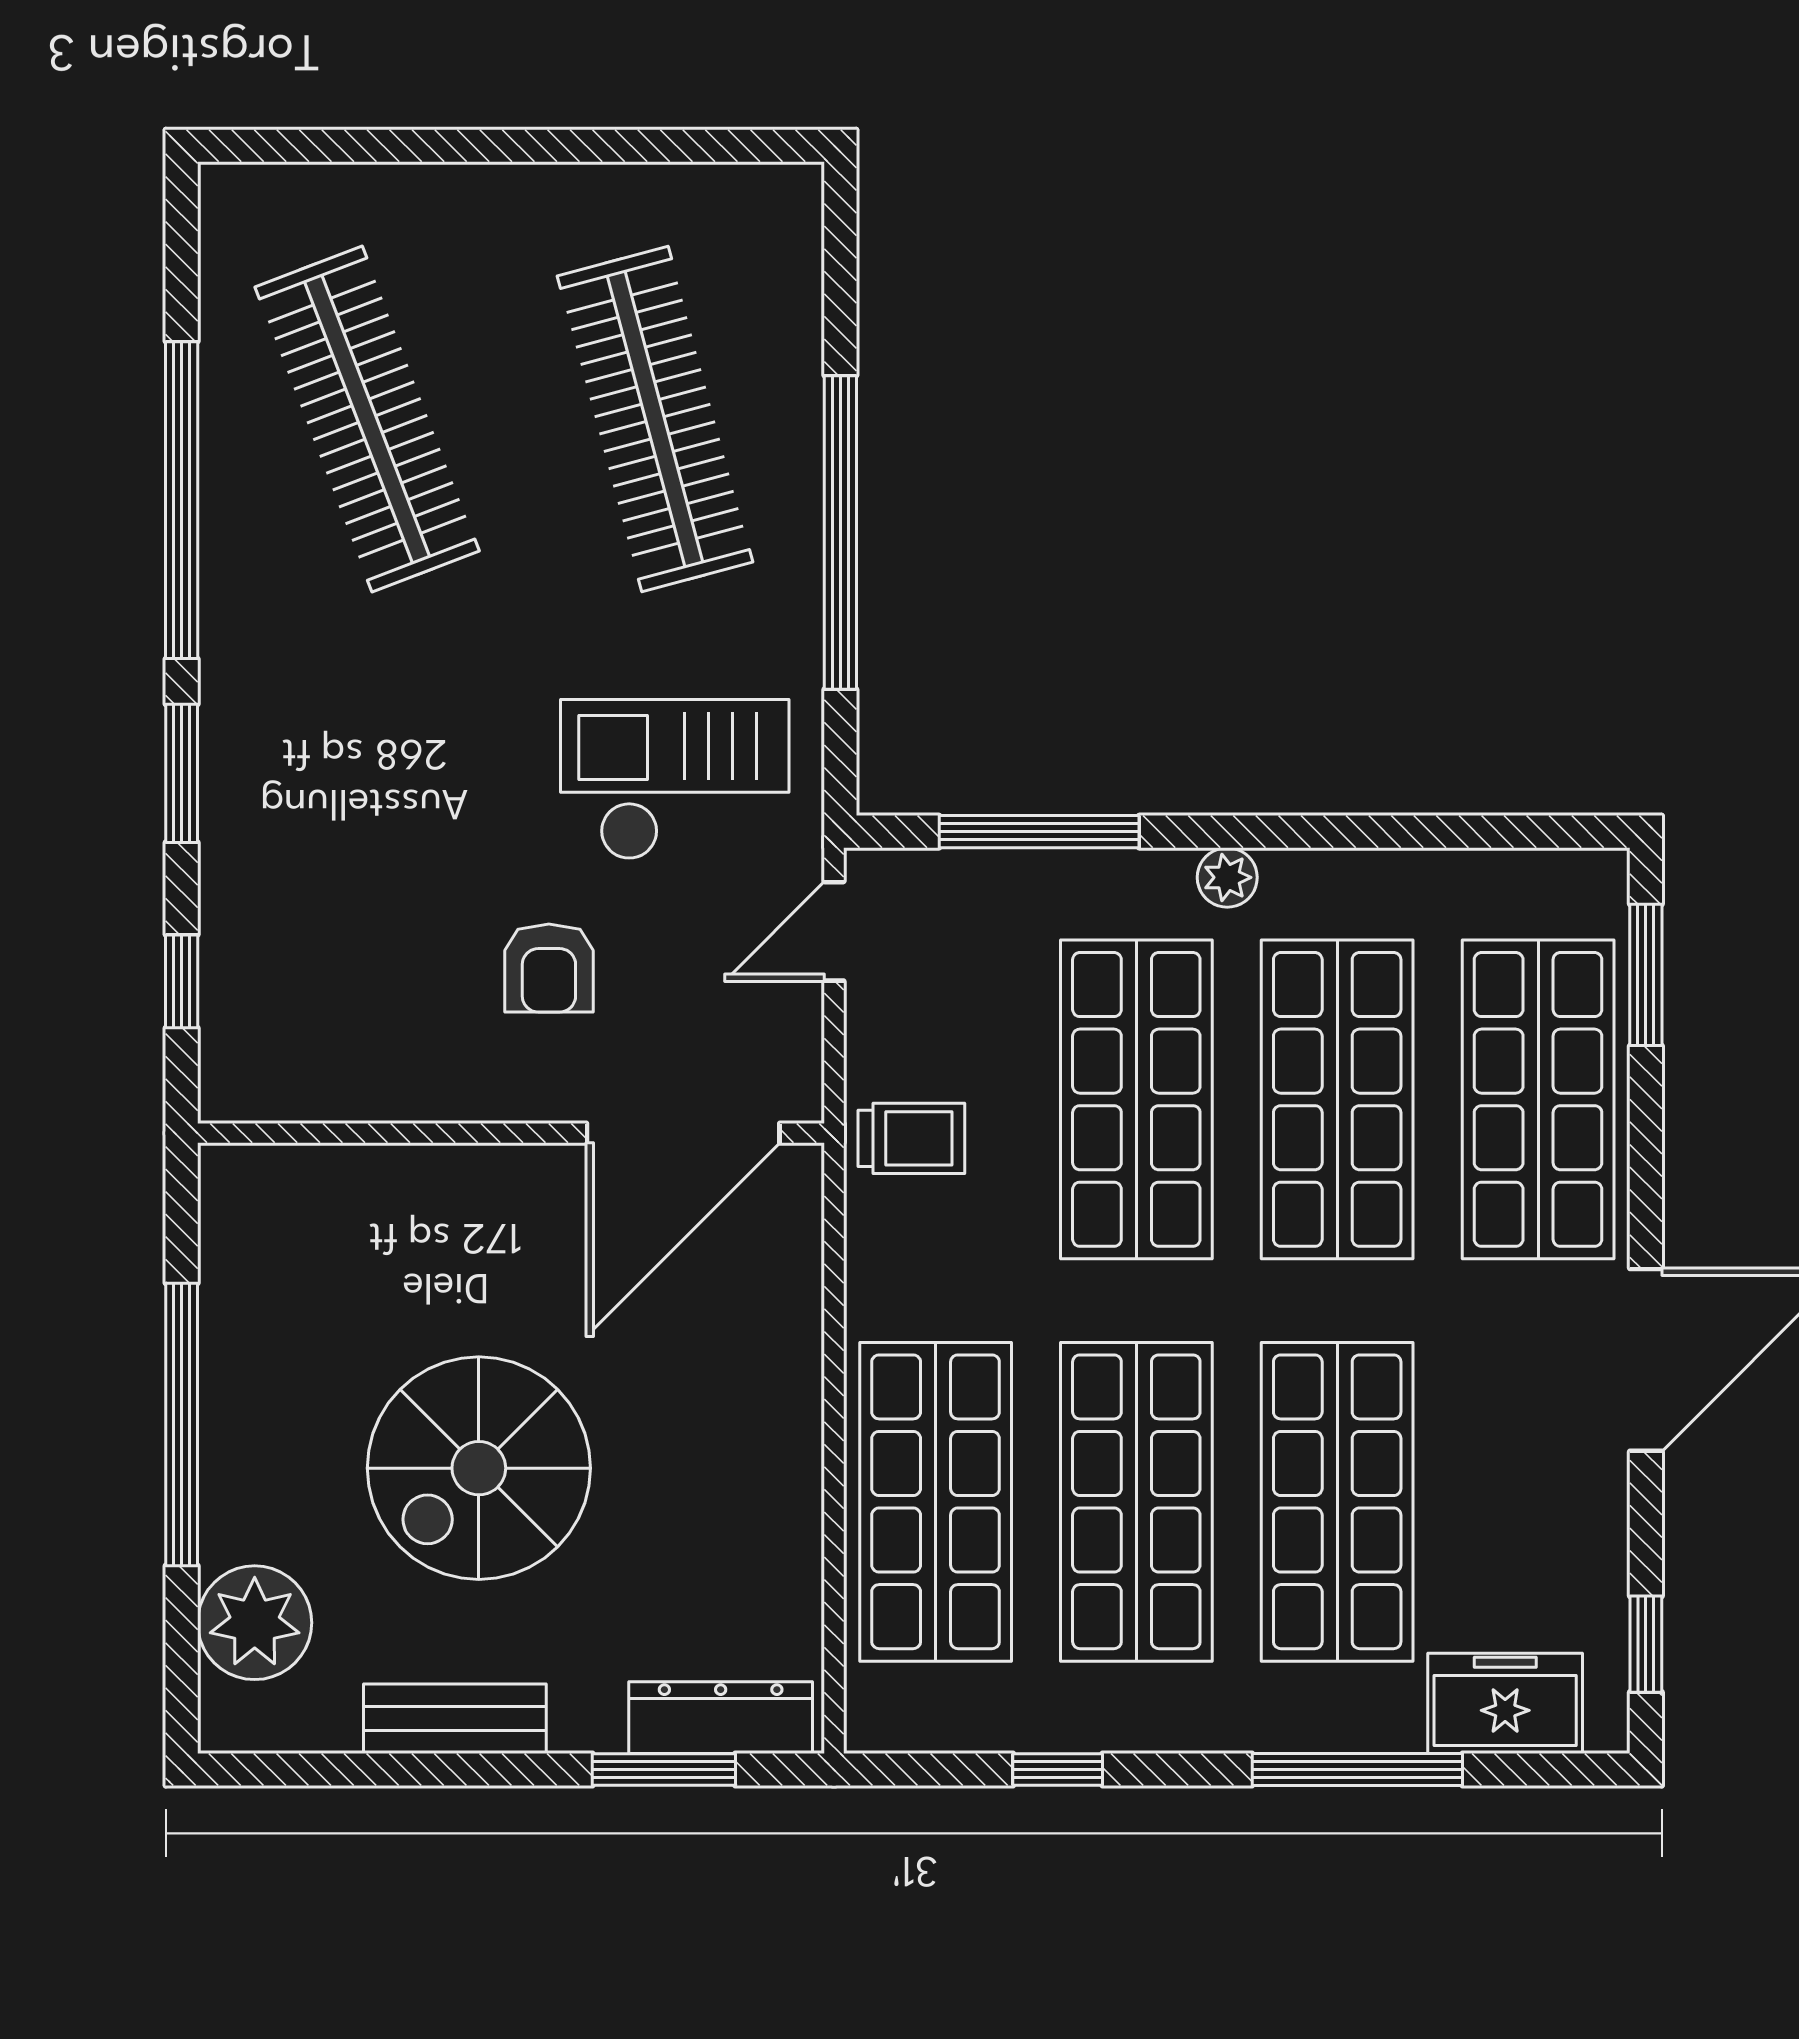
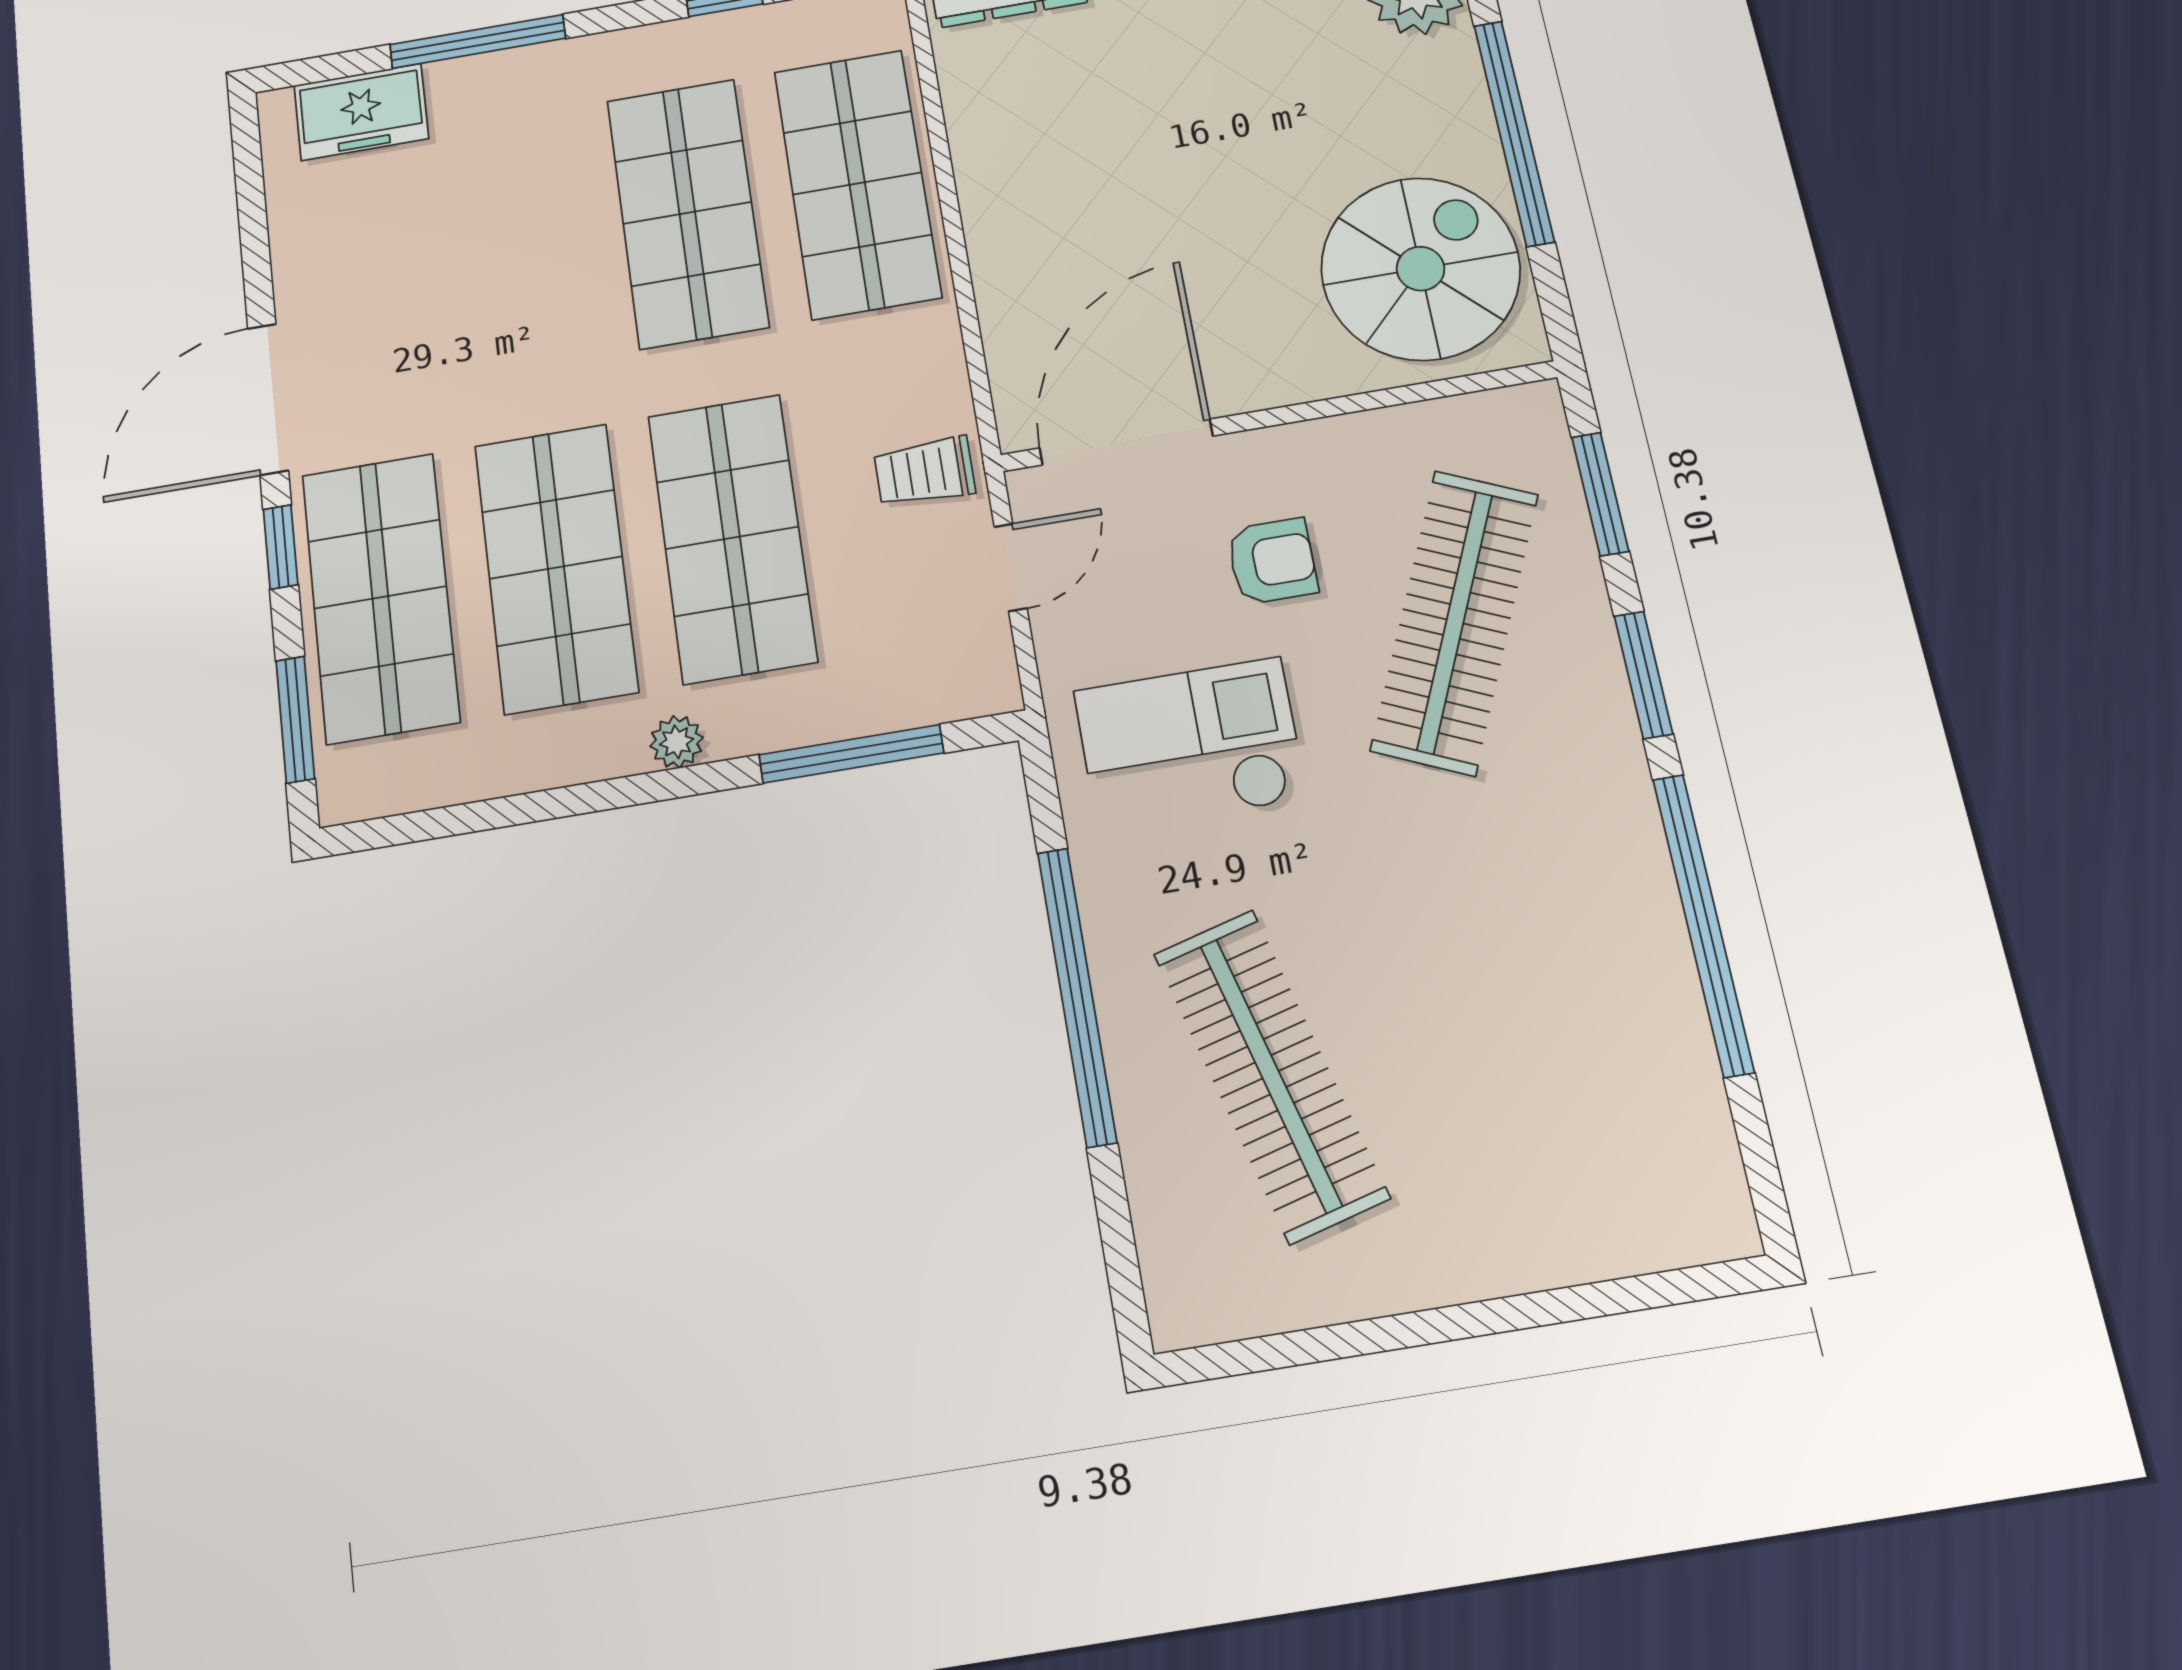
clothes rail: (367, 419) -> (1455, 621), moved, turned 45
checkout: (675, 780) -> (1190, 745), turned 180
door: (834, 931) -> (1011, 567), moved
armchair: (549, 968) -> (1272, 561), turned 90
window: (182, 981) -> (1600, 494), width x1.50
spiral stairs: (479, 1468) -> (1420, 269), moved
shop shelf: (1337, 1502) -> (518, 242), removed
window: (1646, 1644) -> (281, 547), moved

